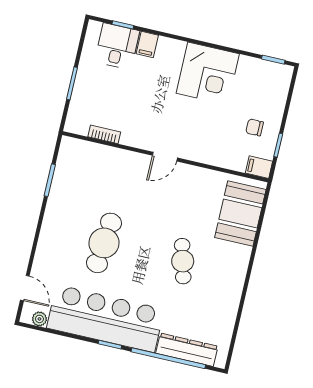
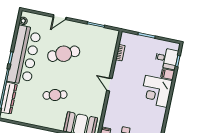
corner desk: (208, 74) -> (156, 91), moved
cafe table: (104, 243) -> (64, 54), turned -30
door: (25, 288) -> (60, 17), moved

